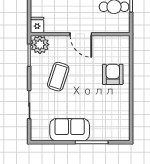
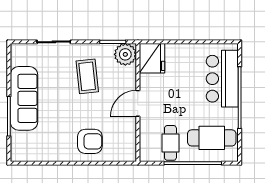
fridge: (37, 25) -> (152, 58), width x1.88, depth x1.34
coffee table: (58, 77) -> (87, 76), turned 66
sofa: (70, 130) -> (24, 98), width x1.36

